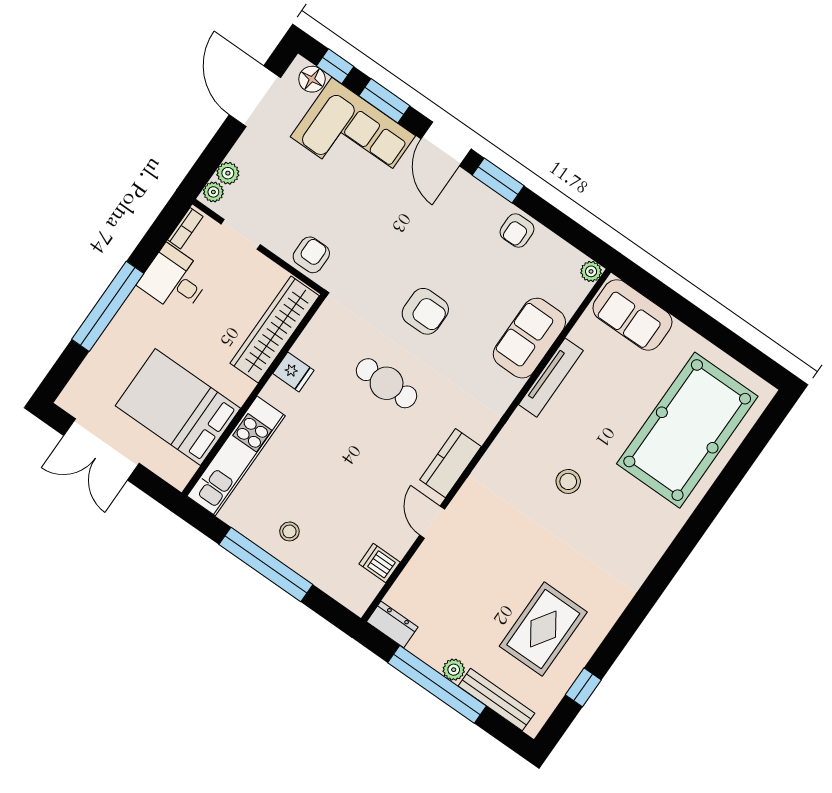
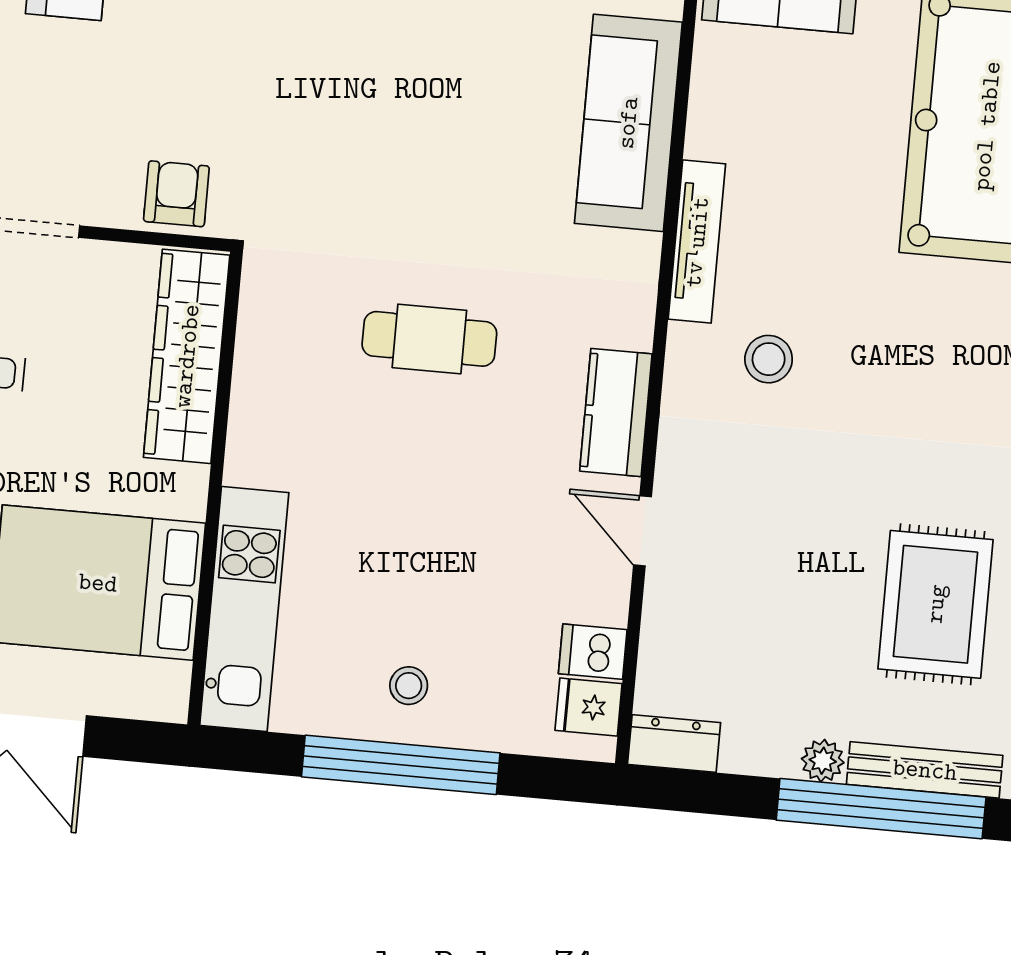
armchair: (425, 311) -> (425, 179), removed
sofa: (529, 338) -> (628, 123), width x1.36
fridge: (293, 372) -> (589, 707), moved, turned 180
tv unit: (551, 378) -> (697, 242), moved
stool: (568, 481) -> (769, 359), moved
window: (437, 684) -> (881, 809), moved

